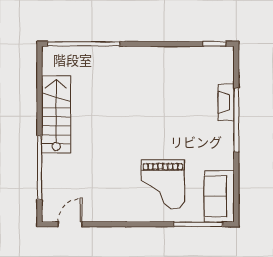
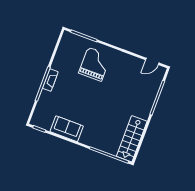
fireplace: (226, 102) -> (50, 80), moved
stairs: (56, 114) -> (132, 139), moved
sofa: (219, 196) -> (67, 129), moved, turned -90

